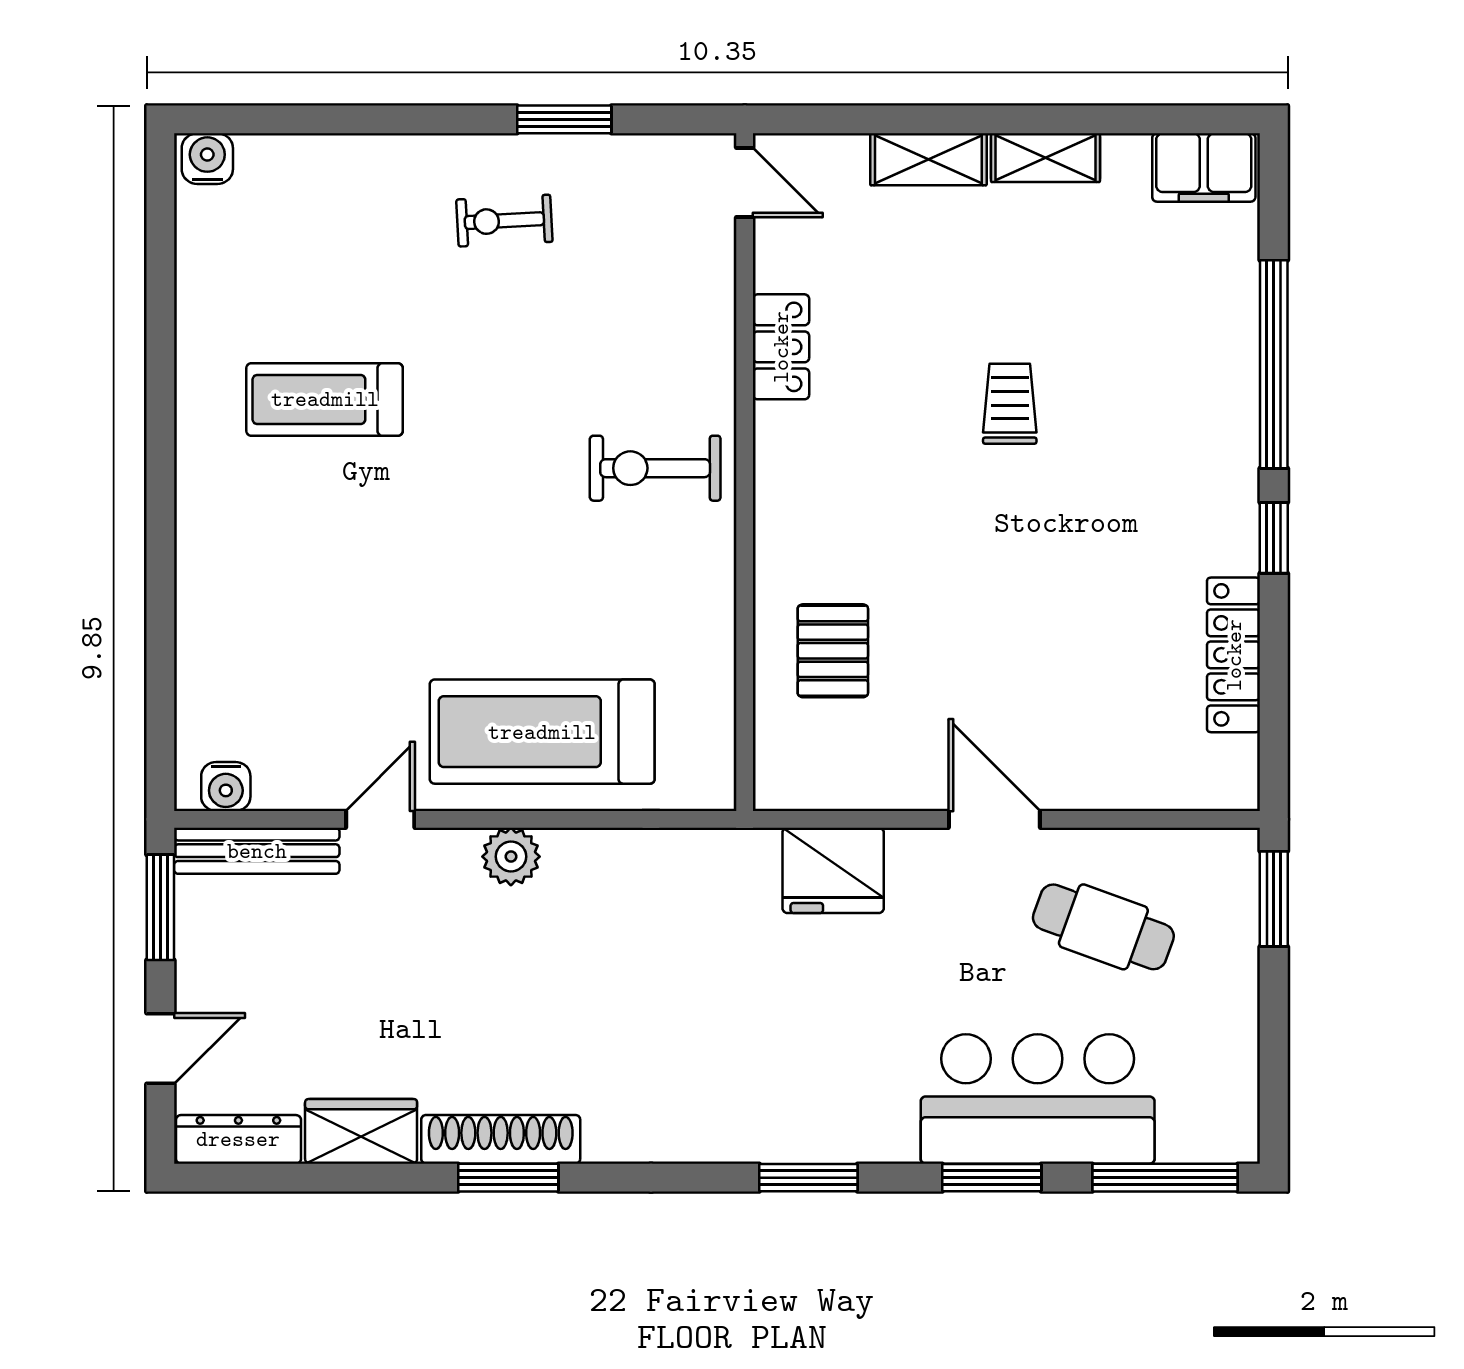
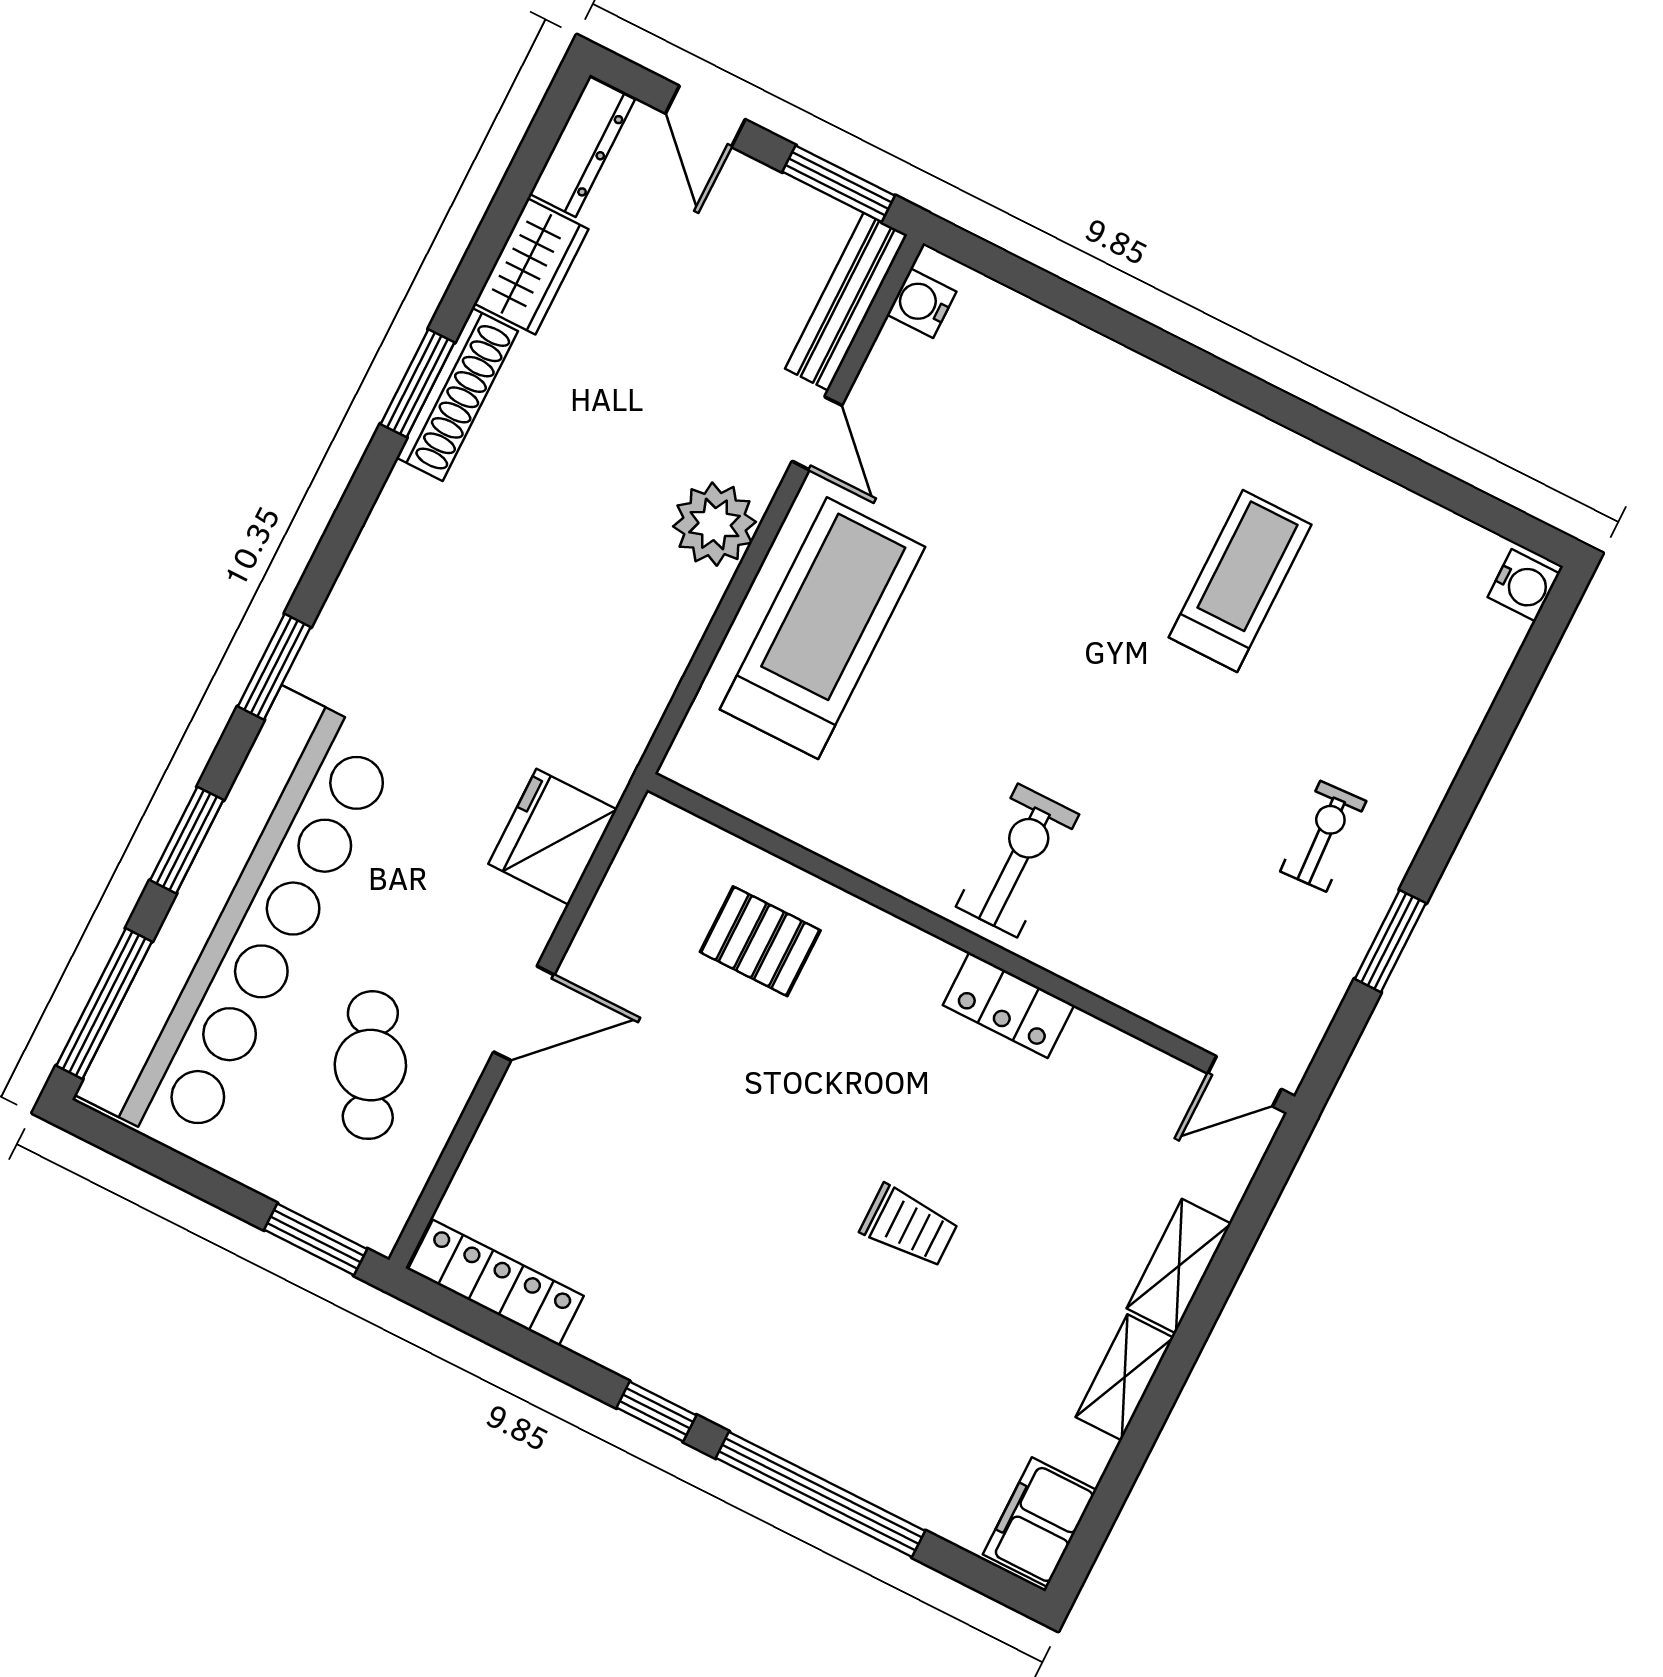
locker: (781, 347) -> (1009, 1005), moved
locker: (1234, 655) -> (496, 1283), moved
plant: (511, 857) -> (715, 524), width x1.36, depth x1.36
cafe table: (1103, 927) -> (370, 1065), turned -44
bar counter: (1038, 1099) -> (239, 921), width x1.86

